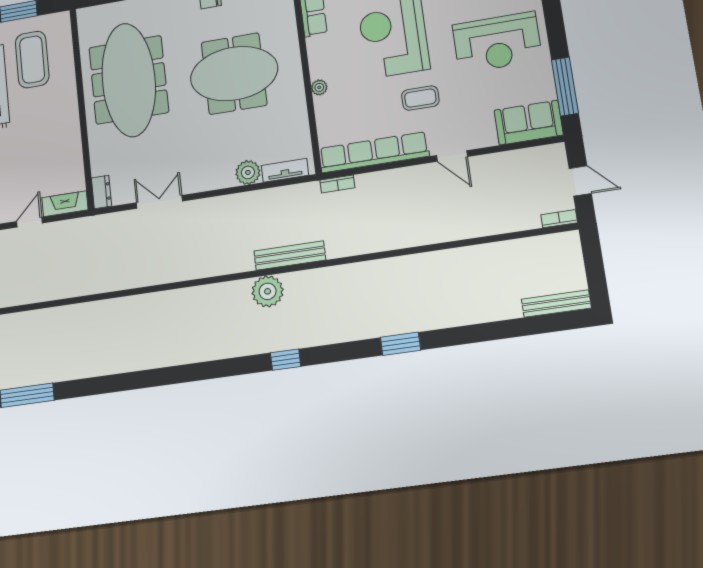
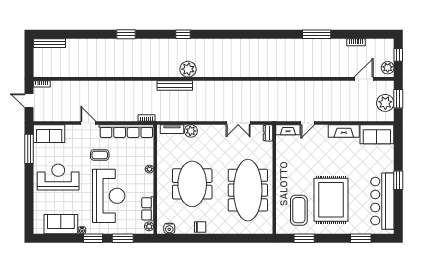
meeting table: (234, 74) -> (192, 184), turned 90

